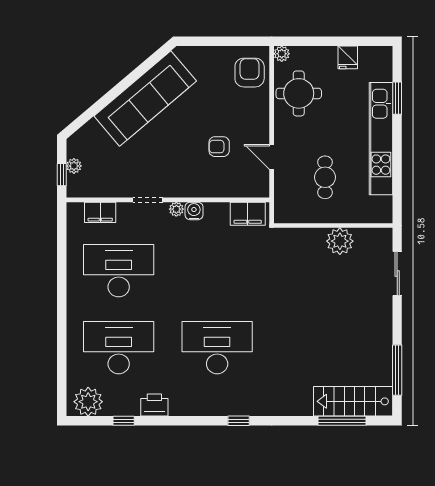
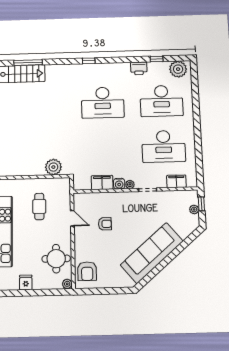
filing cabinet: (248, 214) -> (102, 182), moved
plant: (340, 241) -> (53, 167), moved

